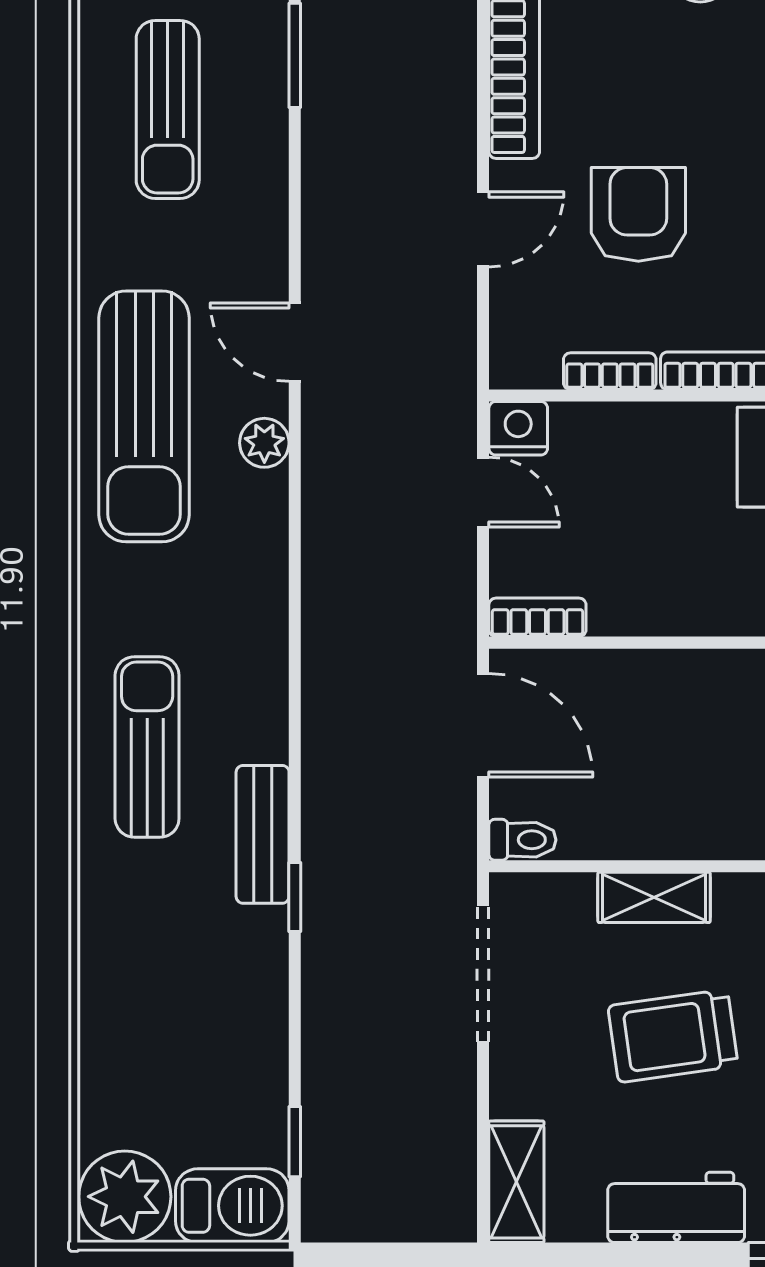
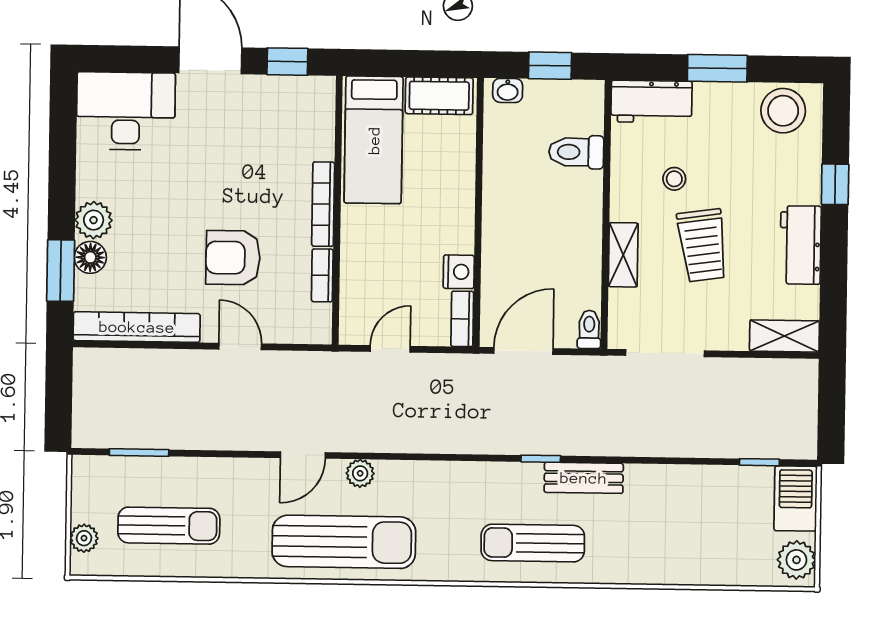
nightstand: (518, 428) -> (459, 272), moved, turned 180
window: (295, 897) -> (541, 459), moved
plant: (125, 1197) -> (796, 560), width x0.73, depth x0.73

